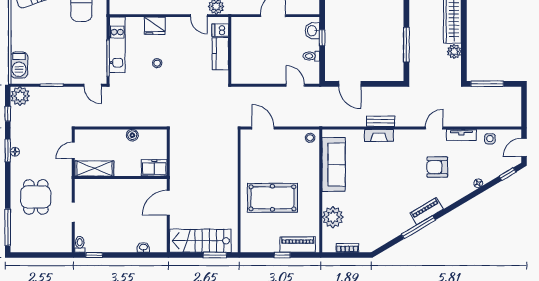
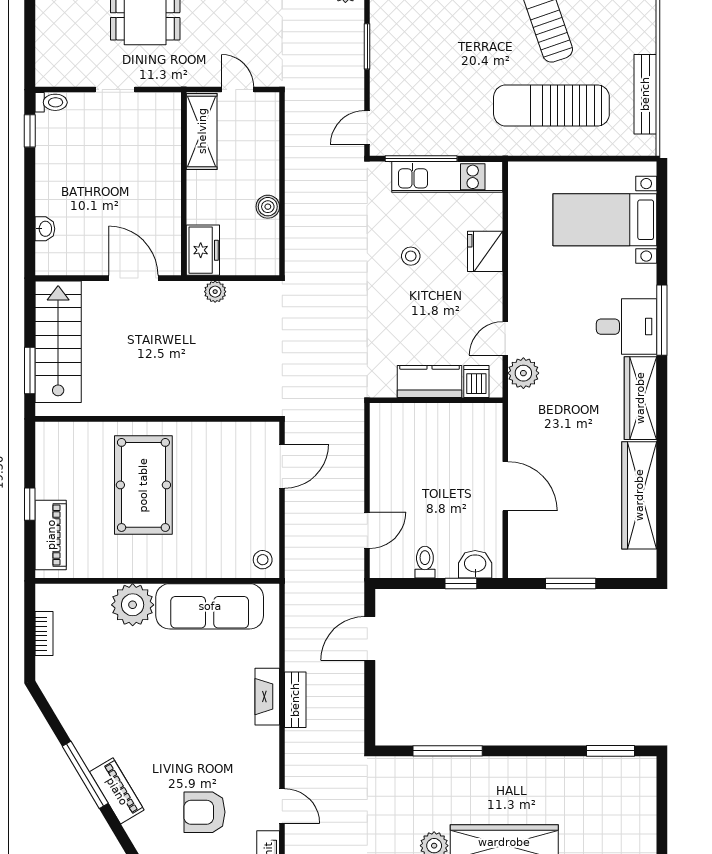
plant: (175, 162) -> (215, 292), added
armchair: (437, 167) -> (204, 812), turned -90
plant: (333, 217) -> (133, 605), moved

